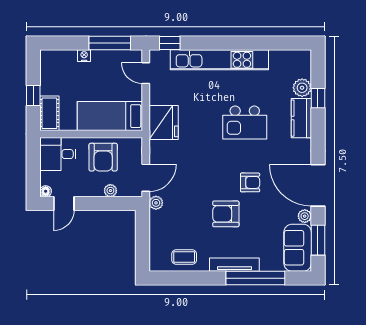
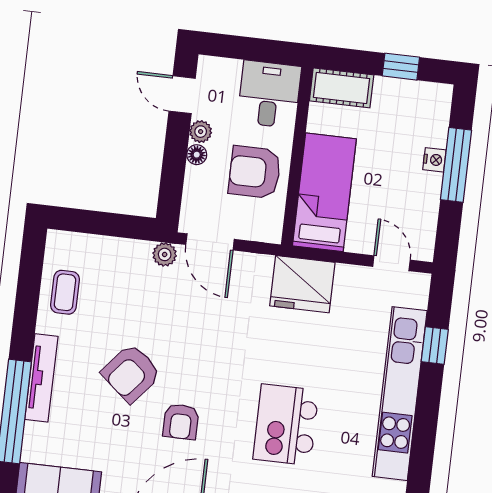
window: (110, 43) -> (456, 165), moved
window: (170, 43) -> (435, 345), moved
door: (146, 73) -> (391, 263), hinge flipped
window: (33, 95) -> (401, 67), moved
floor lamp: (46, 191) -> (197, 155), moved
plant: (110, 191) -> (201, 132), moved
armchair: (226, 214) -> (131, 373), turned -140

